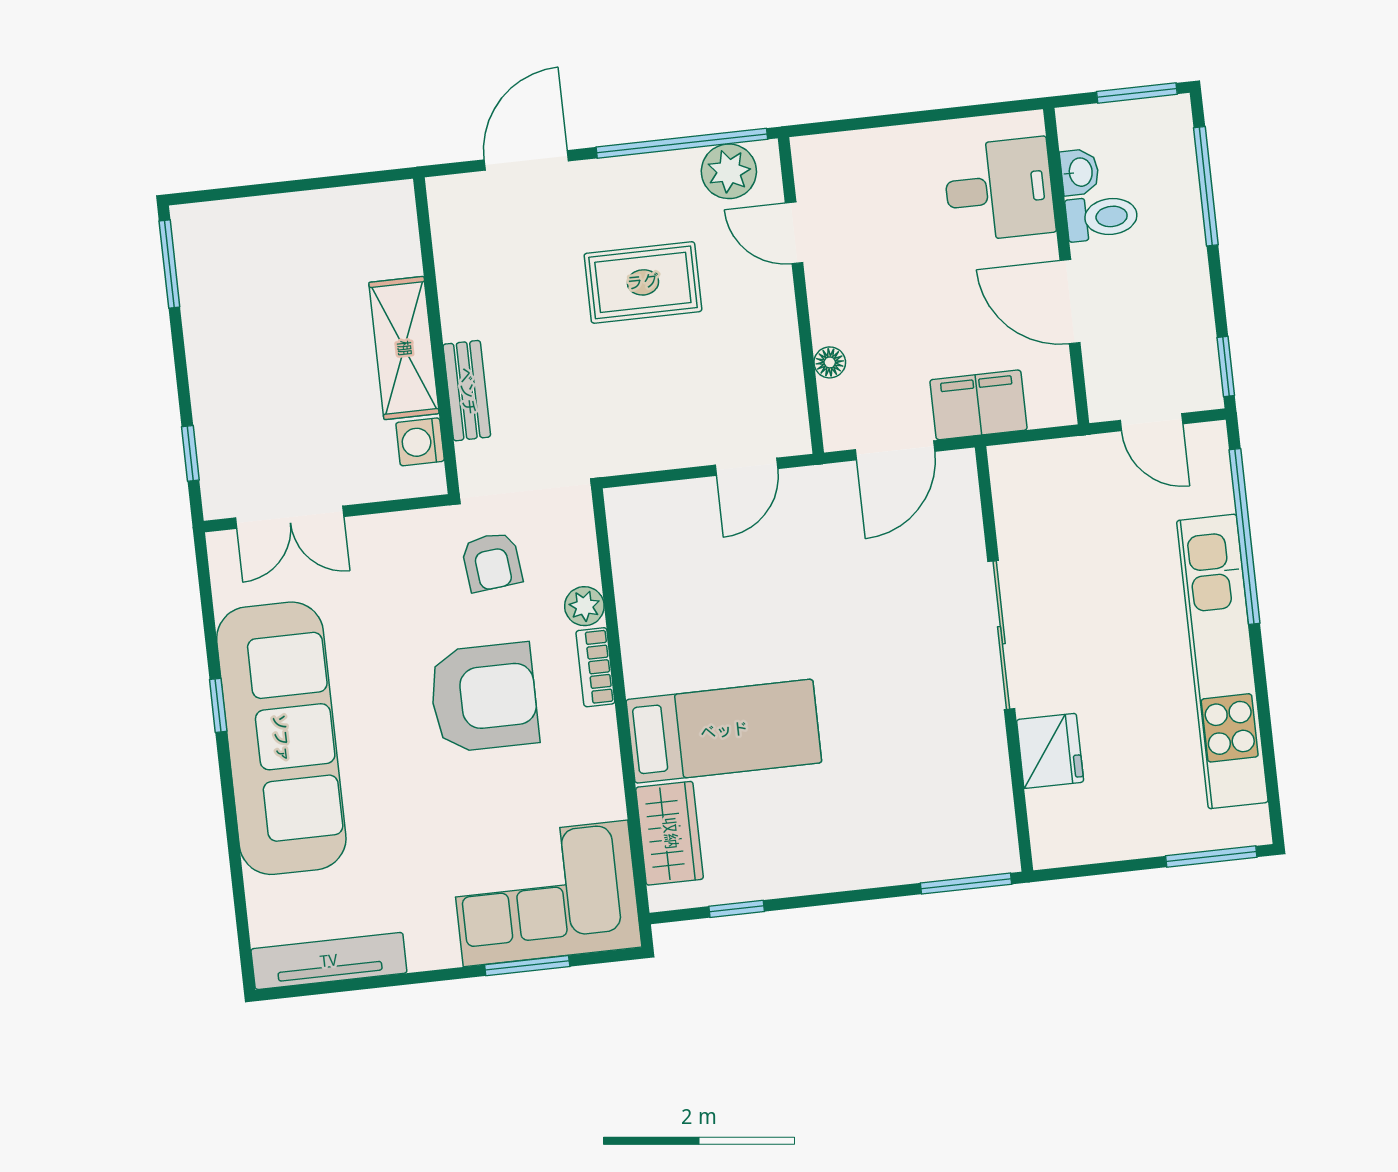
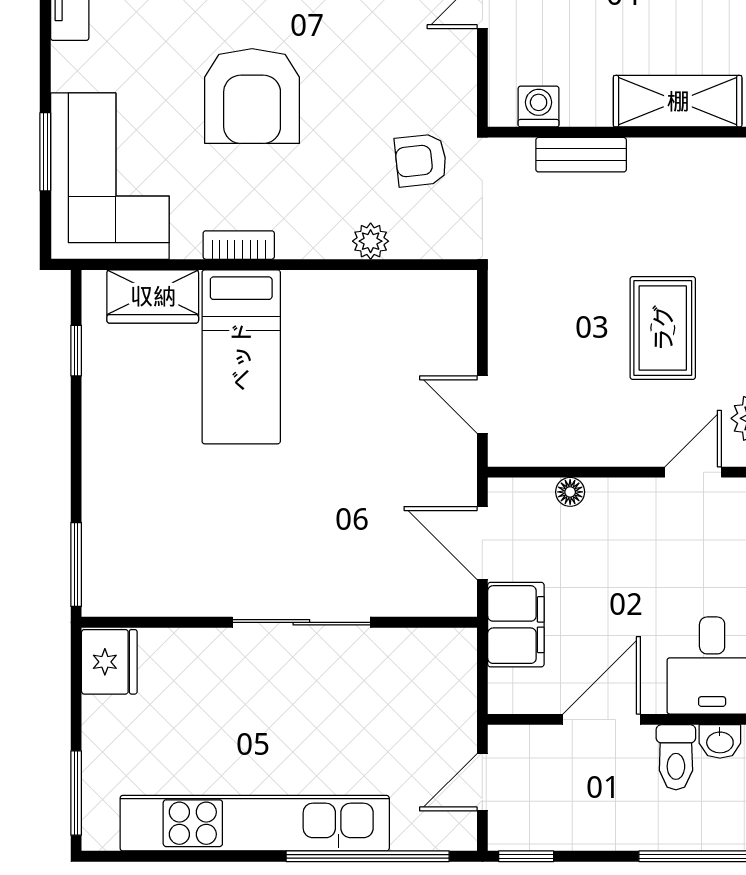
shelving: (404, 348) -> (678, 101), moved
bookcase: (595, 667) -> (239, 245), moved
armchair: (484, 697) -> (252, 96), moved
fridge: (1050, 751) -> (109, 662), moved, turned -90

